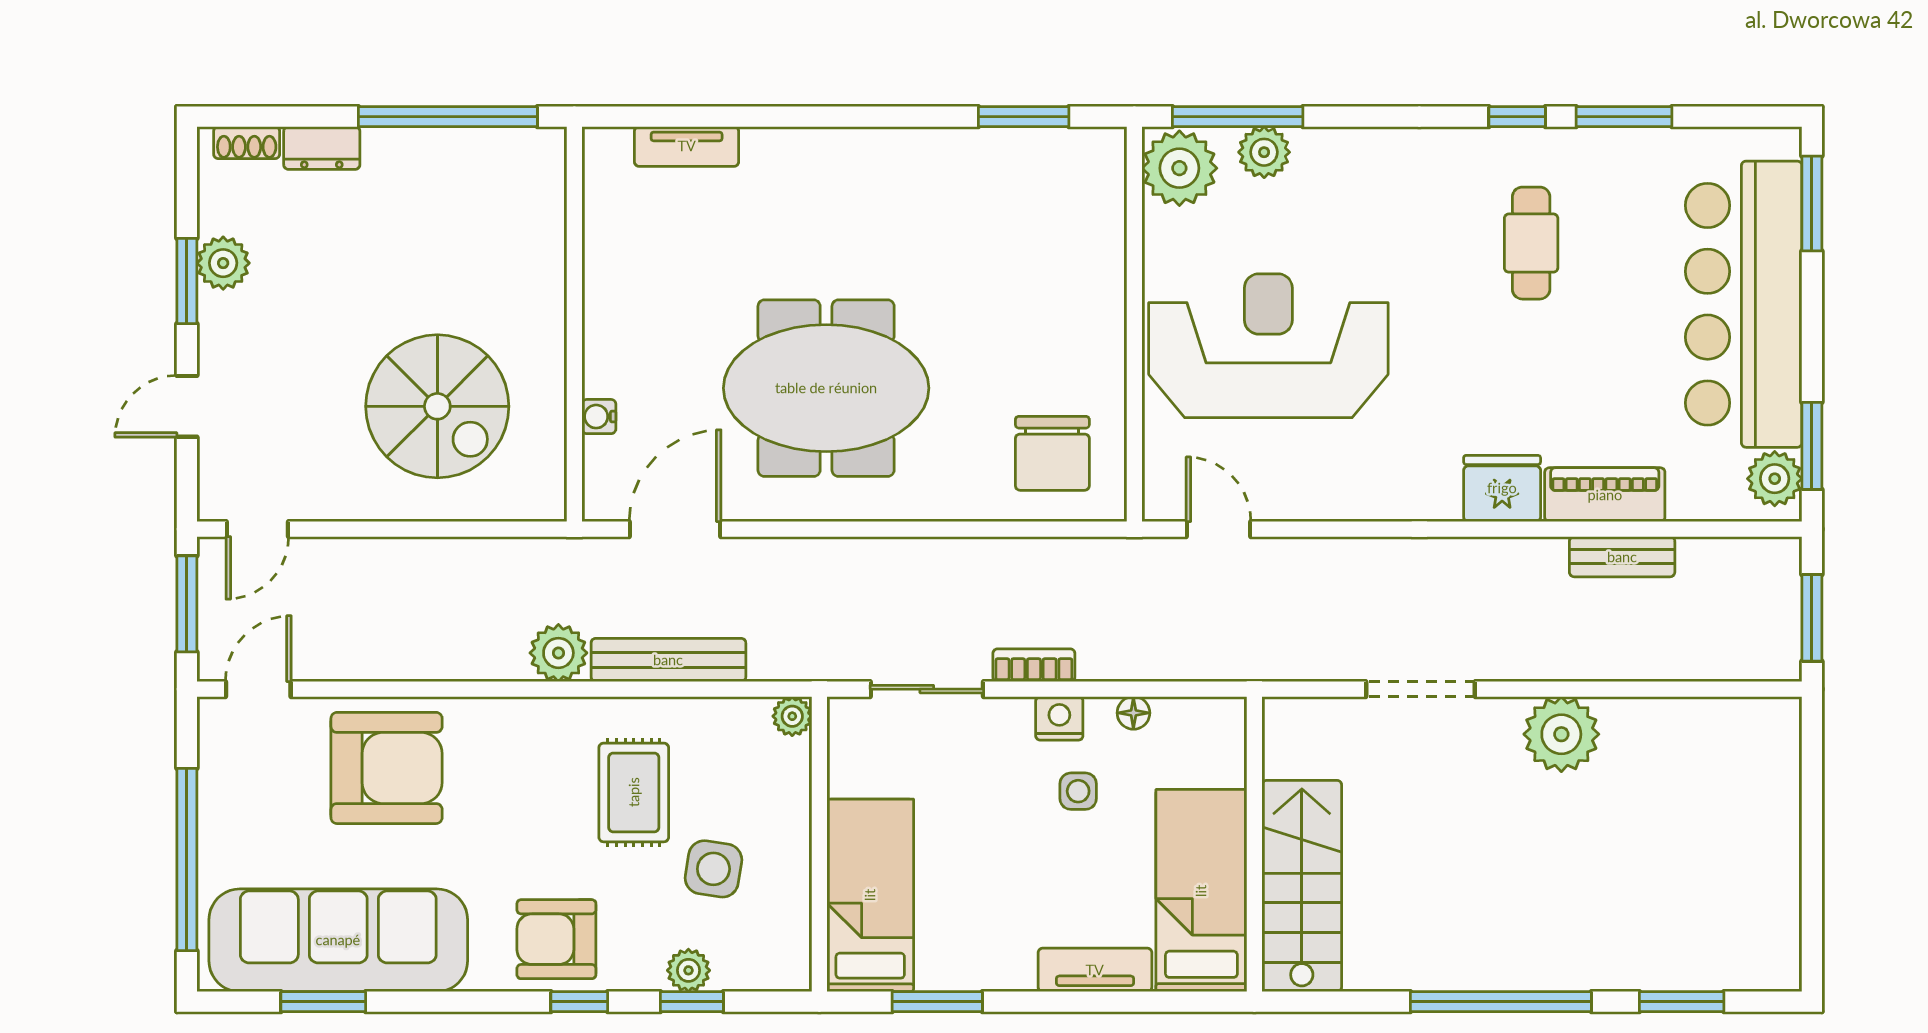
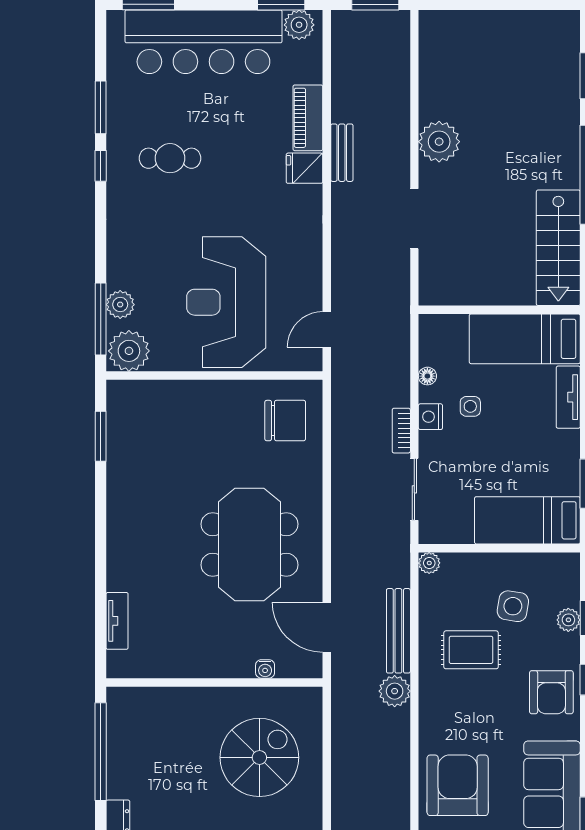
fridge: (1502, 488) -> (304, 168), width x0.72
bench: (1622, 557) -> (342, 153), moved
stairs: (1302, 886) -> (558, 248), moved, turned -90

